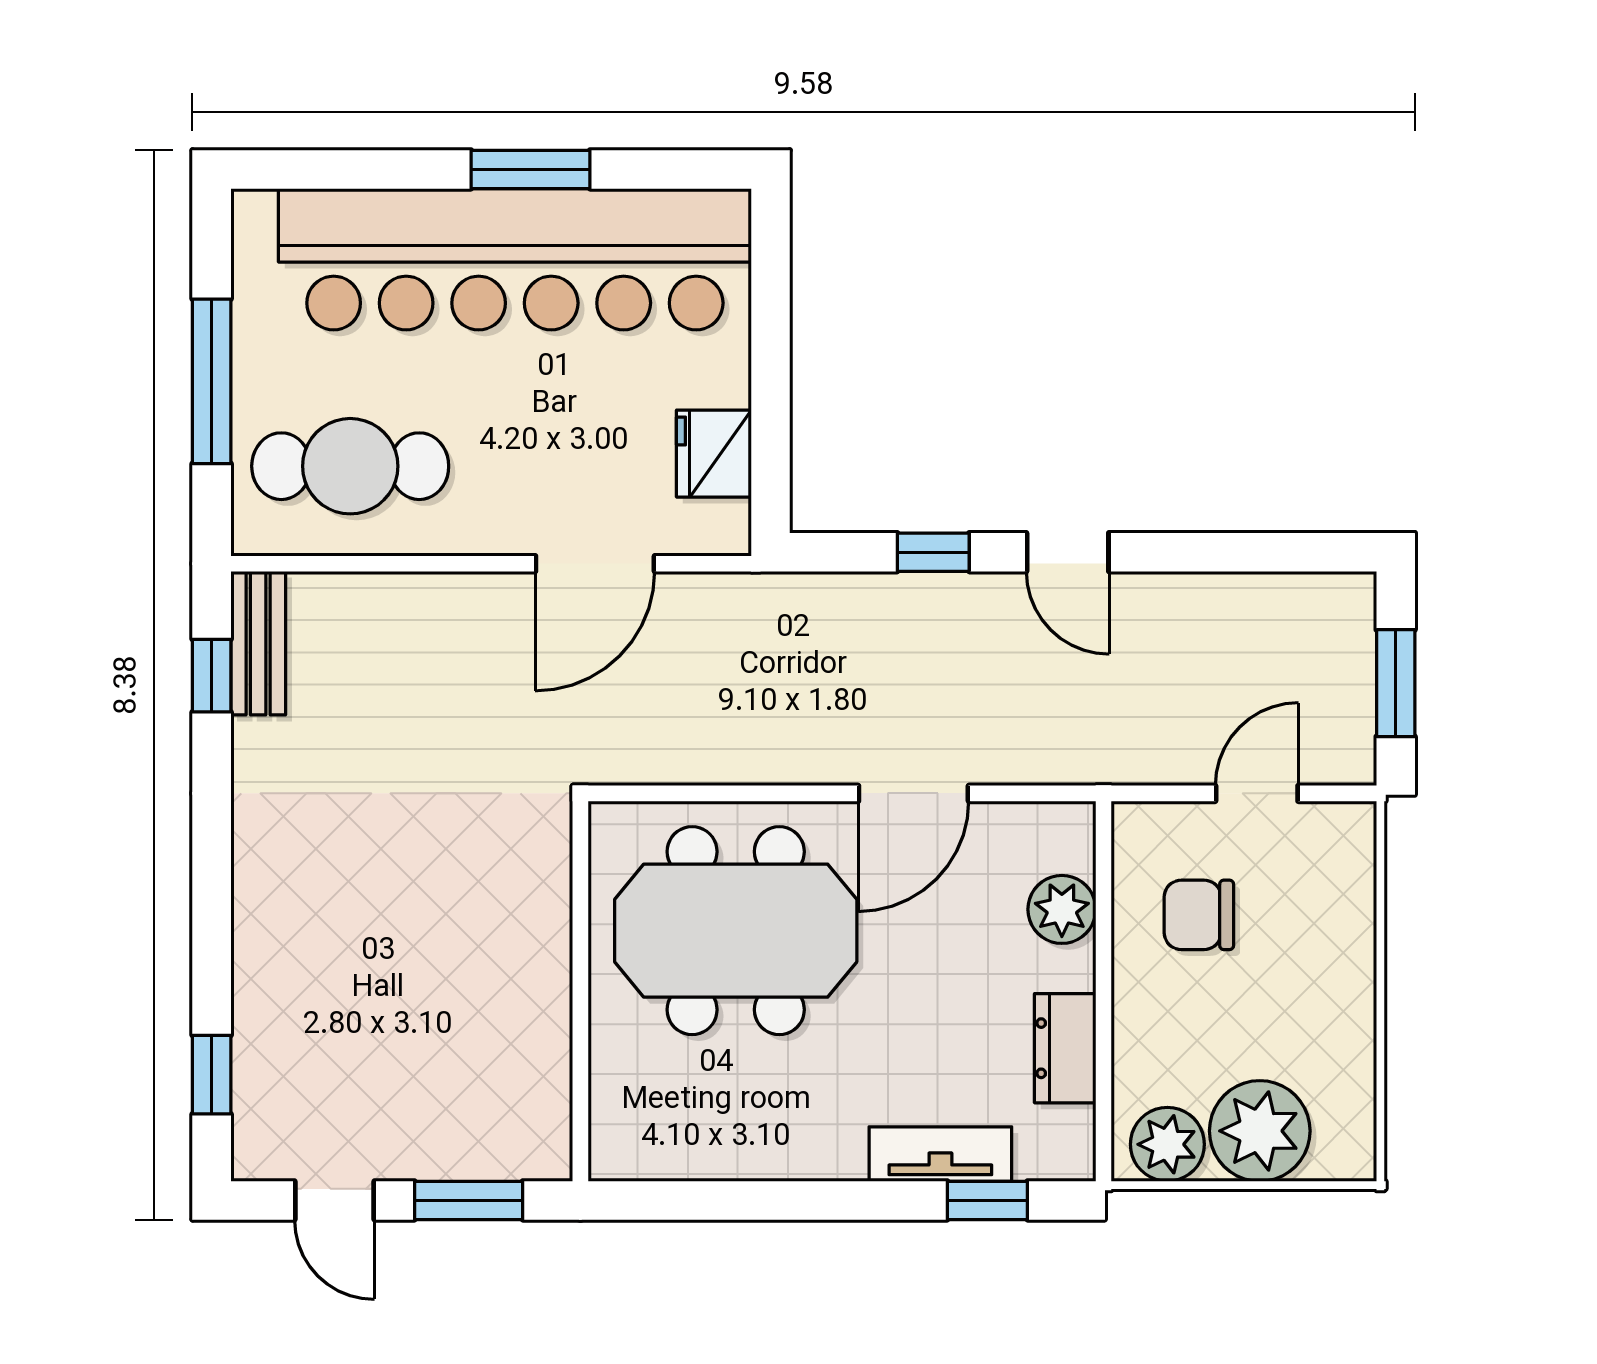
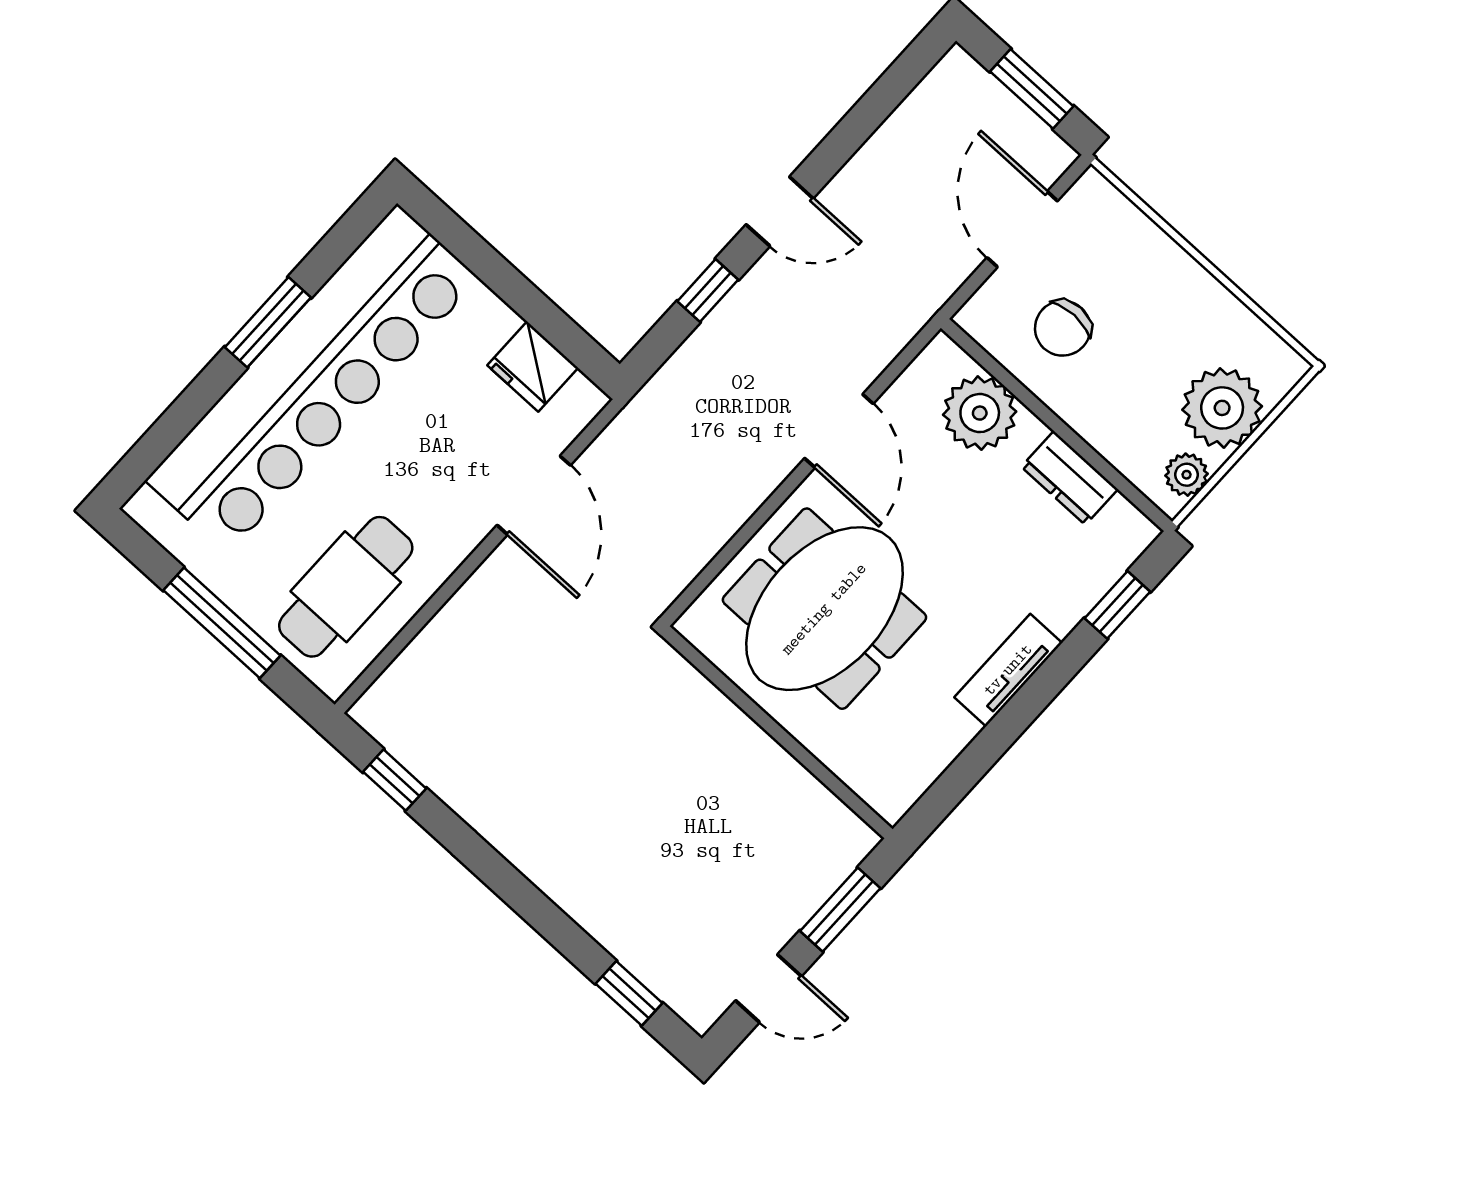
bench: (258, 643) -> (400, 735), removed
door: (1257, 793) -> (1022, 229), width x1.38
plant: (1062, 909) -> (980, 413), width x1.36, depth x1.36
plant: (1167, 1144) -> (1187, 475), width x0.73, depth x0.73
tv unit: (940, 1154) -> (1008, 670), moved

